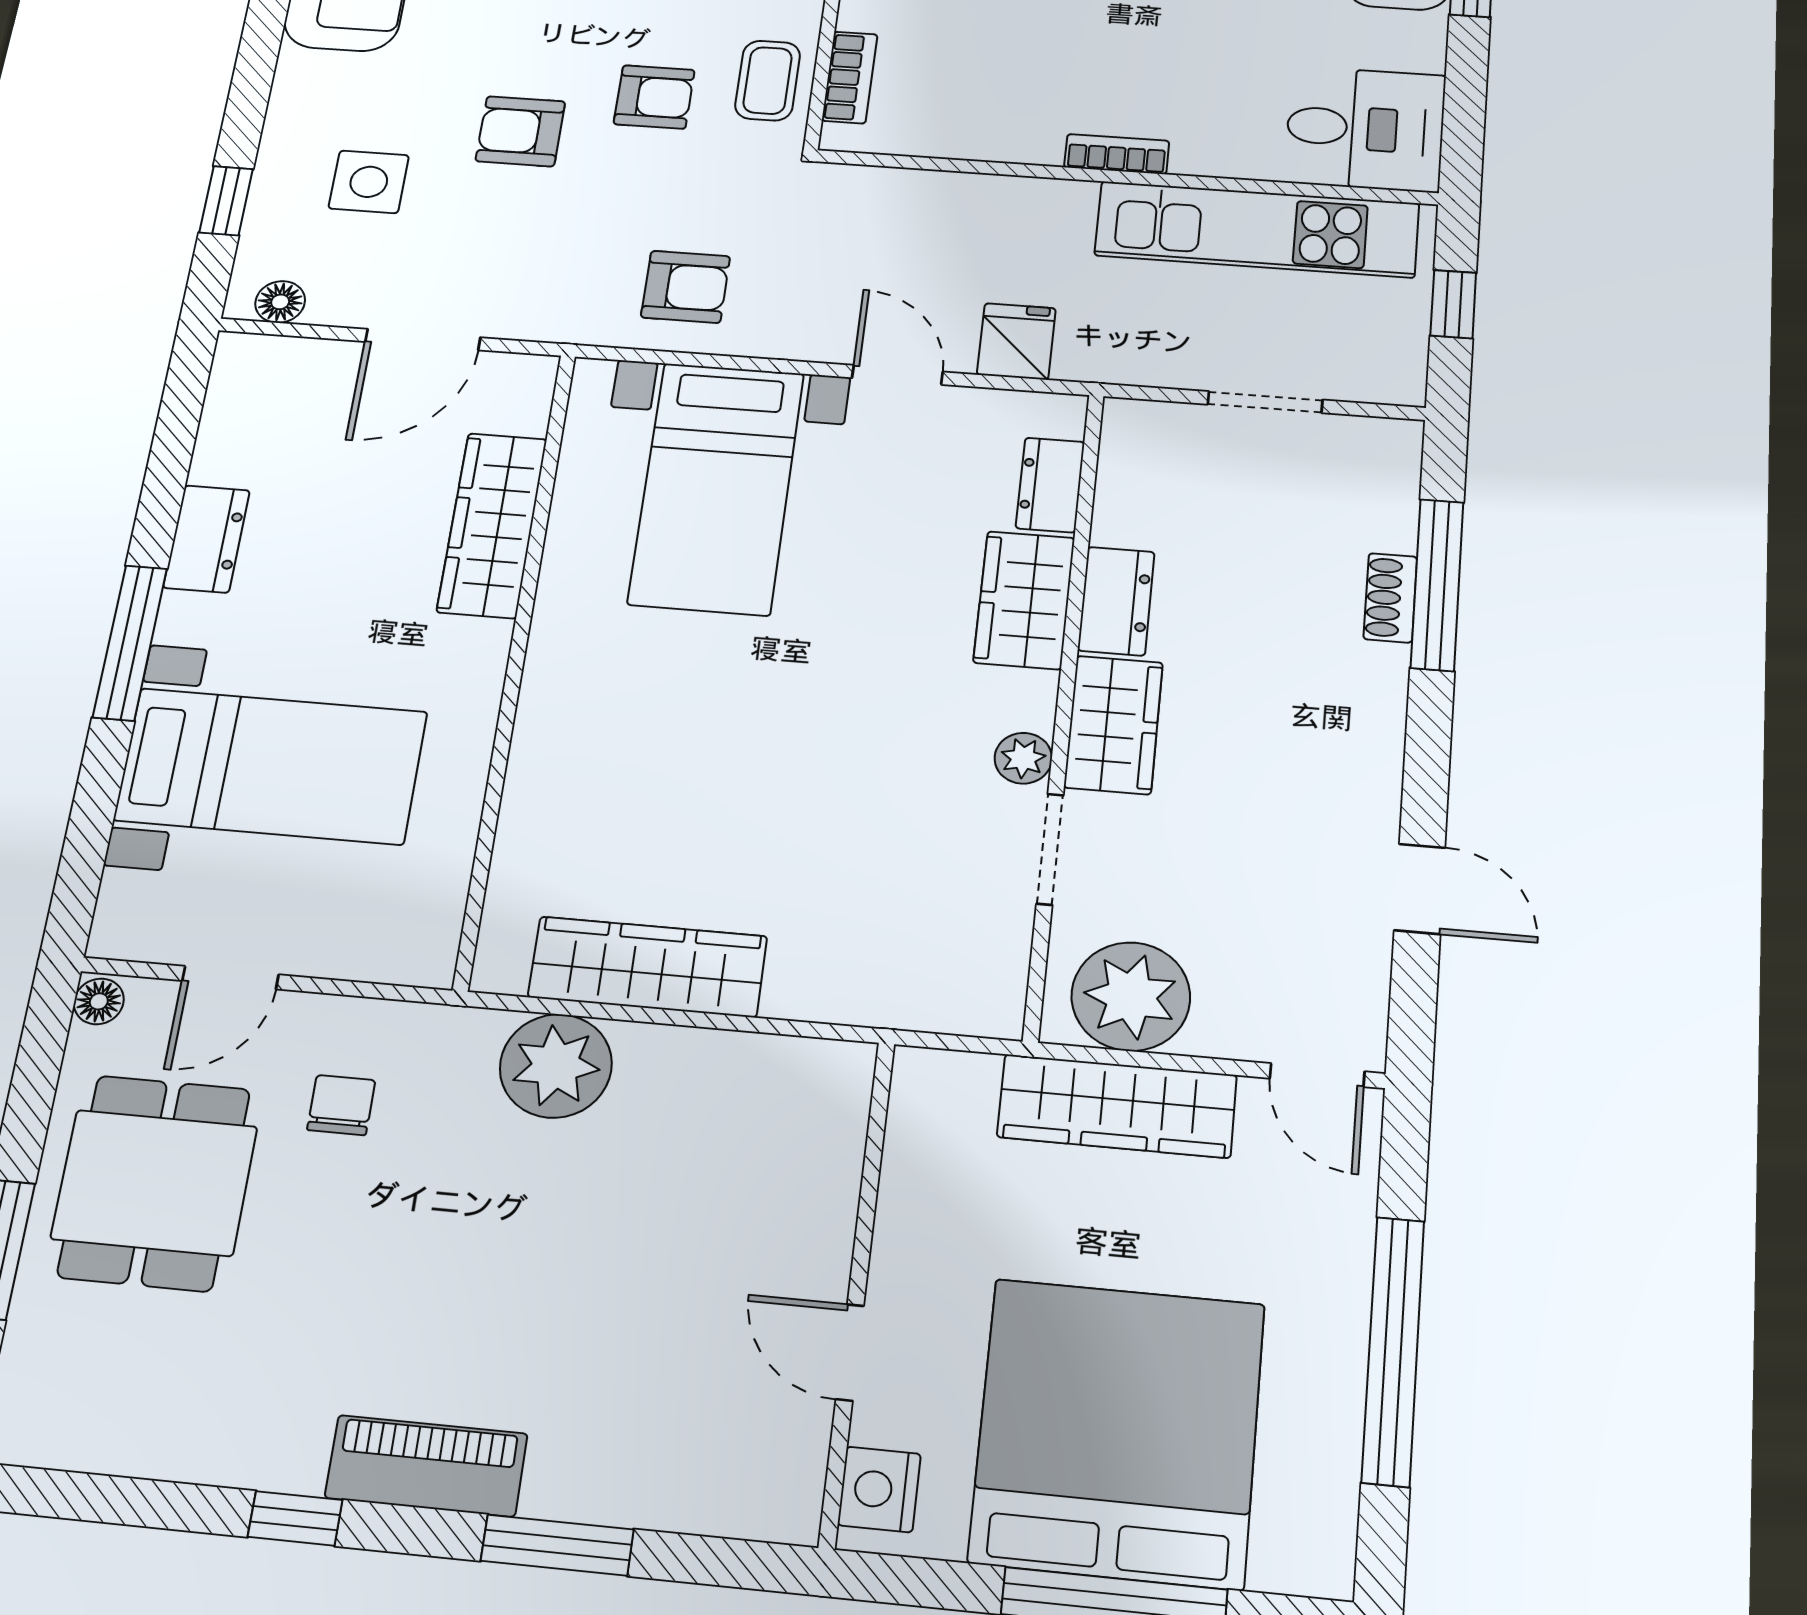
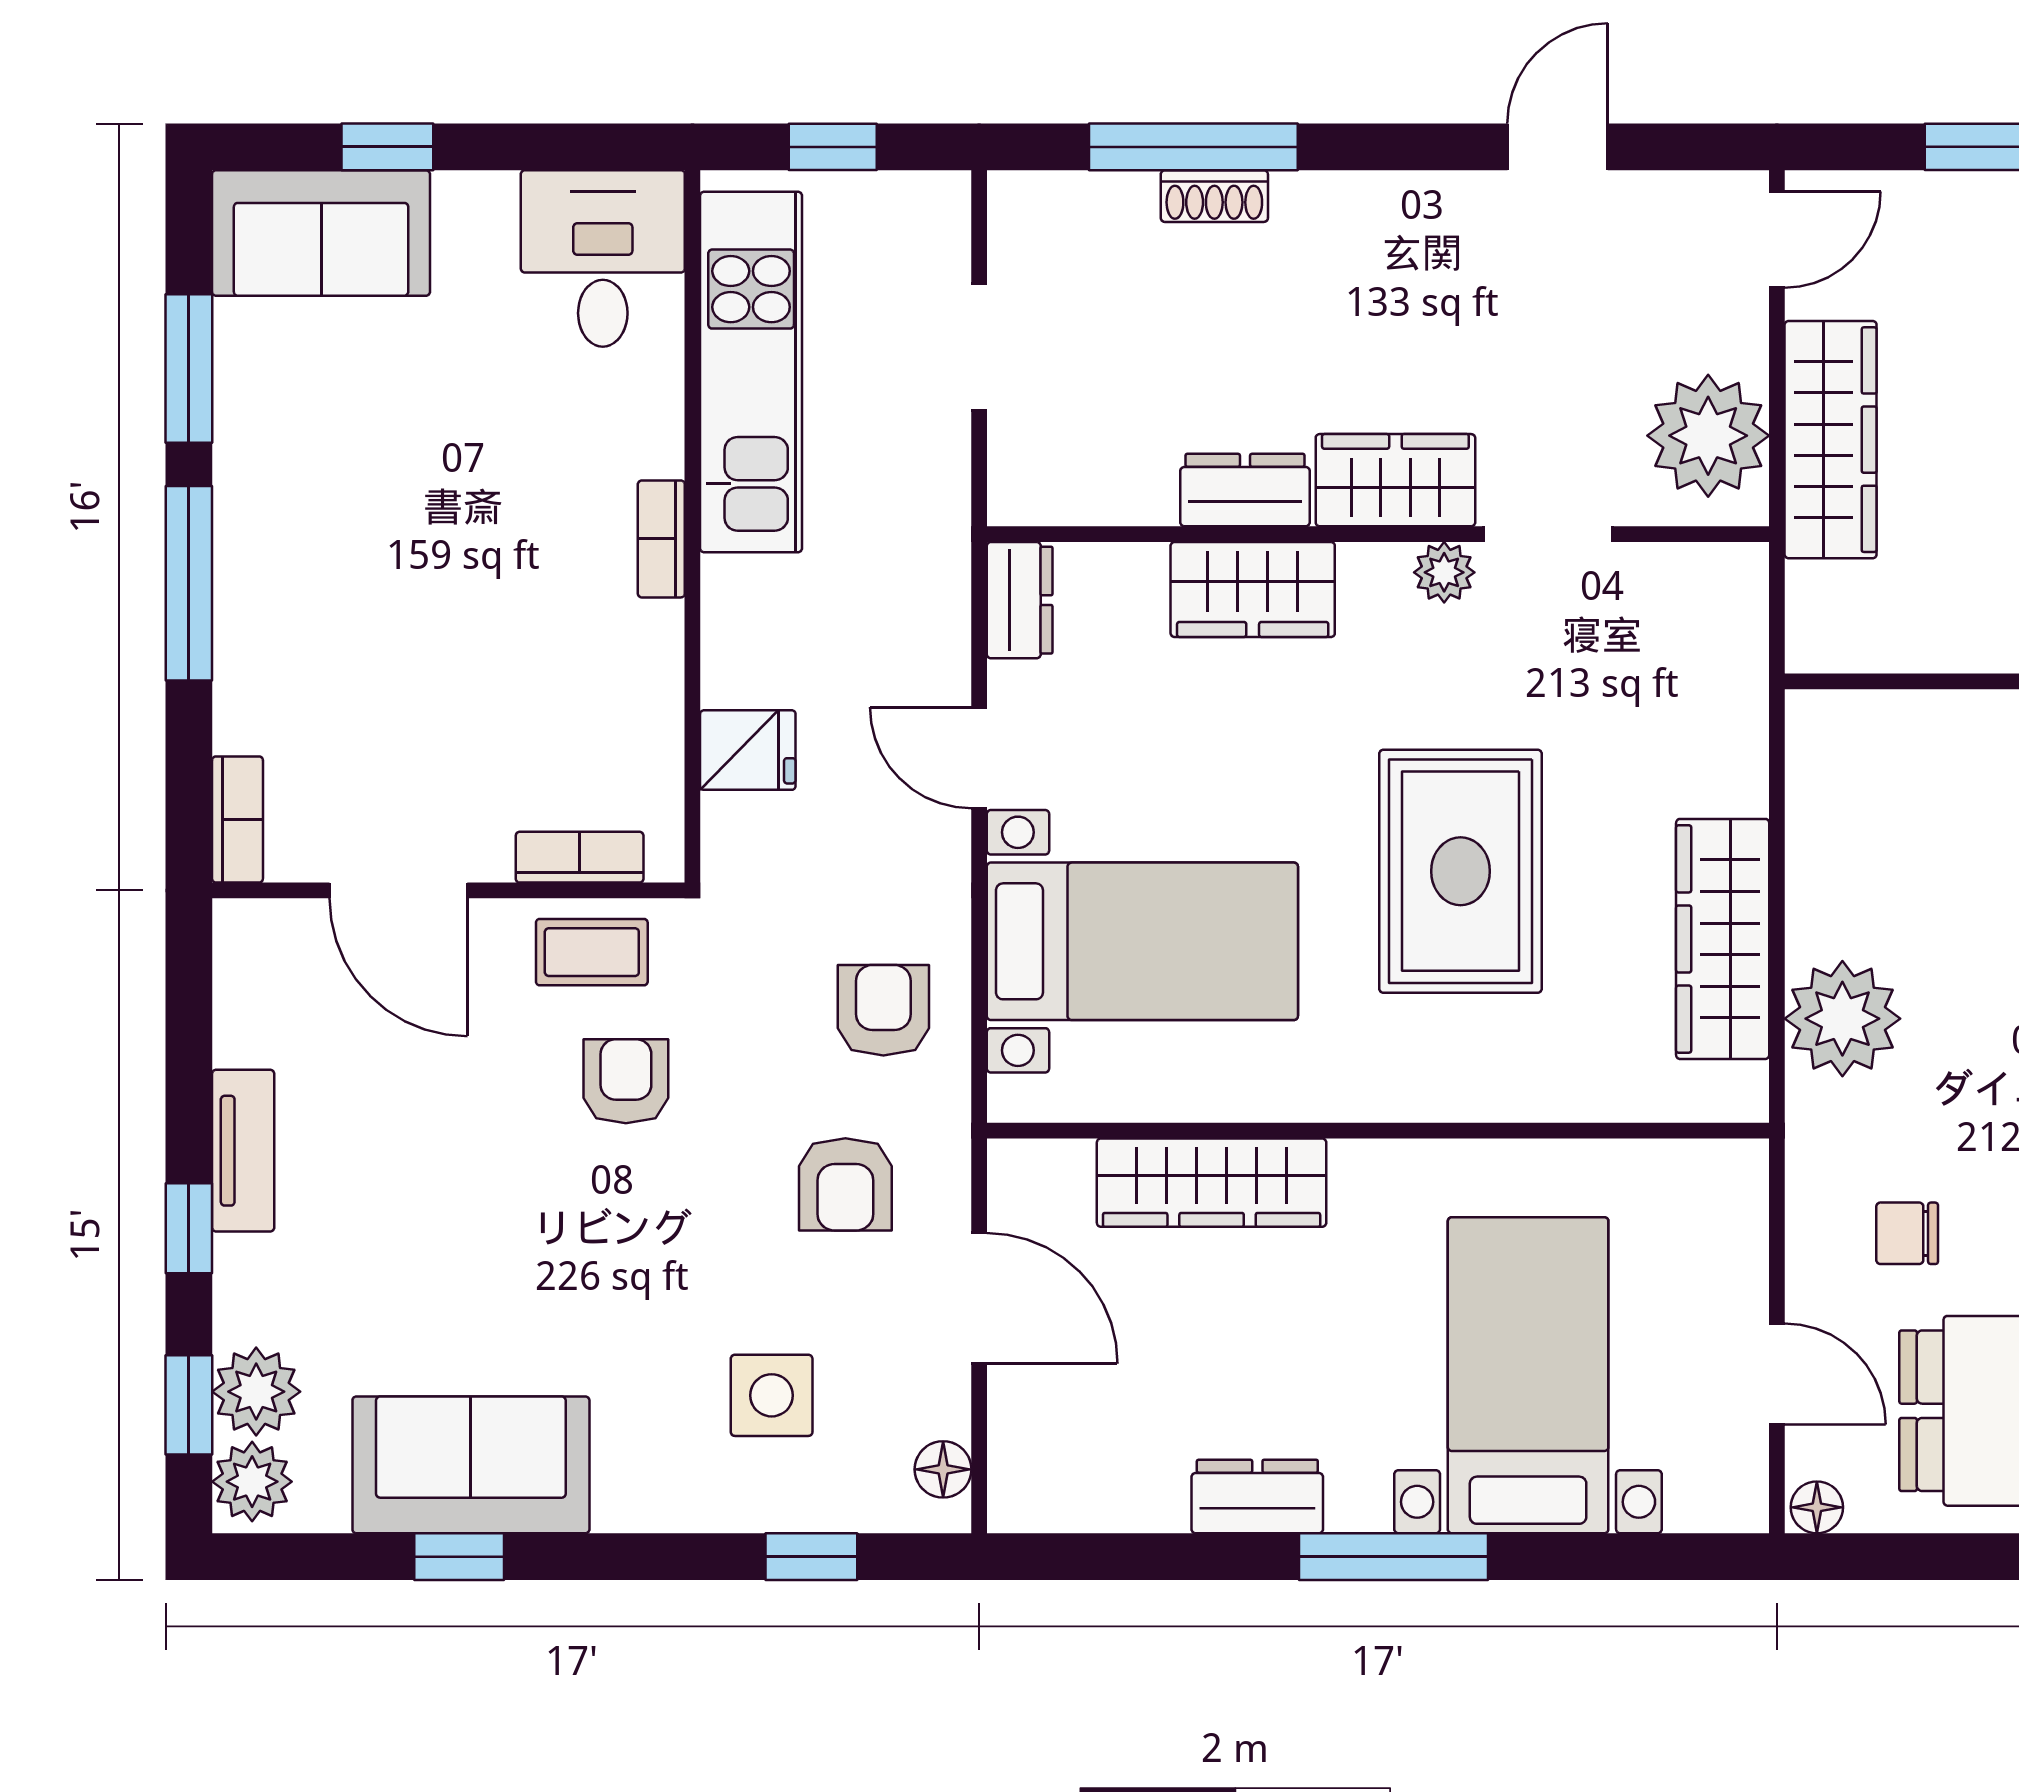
armchair: (520, 131) -> (845, 1184), moved
fridge: (1016, 341) -> (748, 750), moved, turned 180
door: (897, 375) -> (979, 758), hinge flipped
dresser: (1050, 485) -> (1020, 600), moved, turned -90
rug: (743, 749) -> (1461, 871), added

